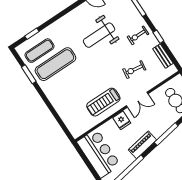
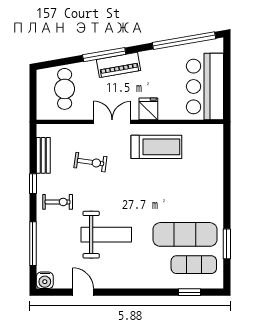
piano: (142, 145) -> (119, 65), moved

